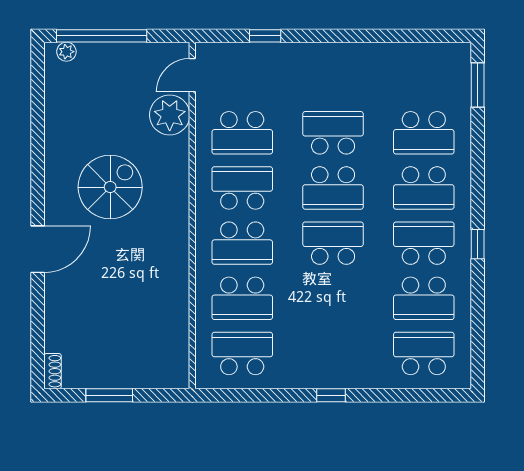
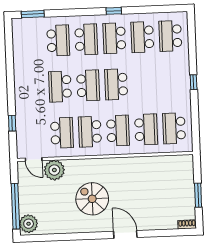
plant: (66, 52) -> (29, 224), width x1.88, depth x1.88
school desk: (424, 298) -> (142, 37), turned 180

